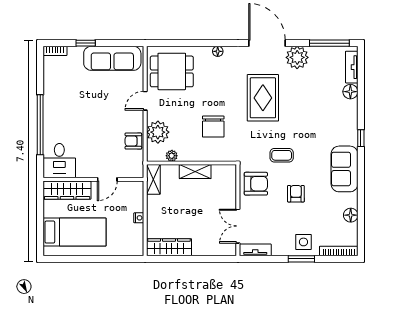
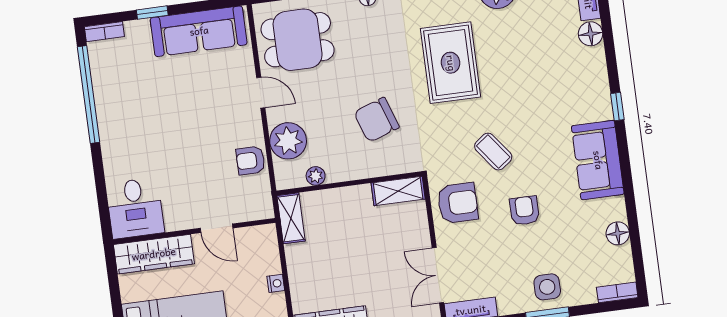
door: (145, 101) -> (261, 93), swing flipped
window: (40, 125) -> (88, 94), moved
chair: (213, 127) -> (376, 120), turned 71
coffee table: (282, 155) -> (493, 152), turned 53
shelving: (195, 172) -> (398, 191), moved
door: (107, 179) -> (217, 228), hinge flipped
bookcase: (339, 251) -> (617, 292), width x0.64

